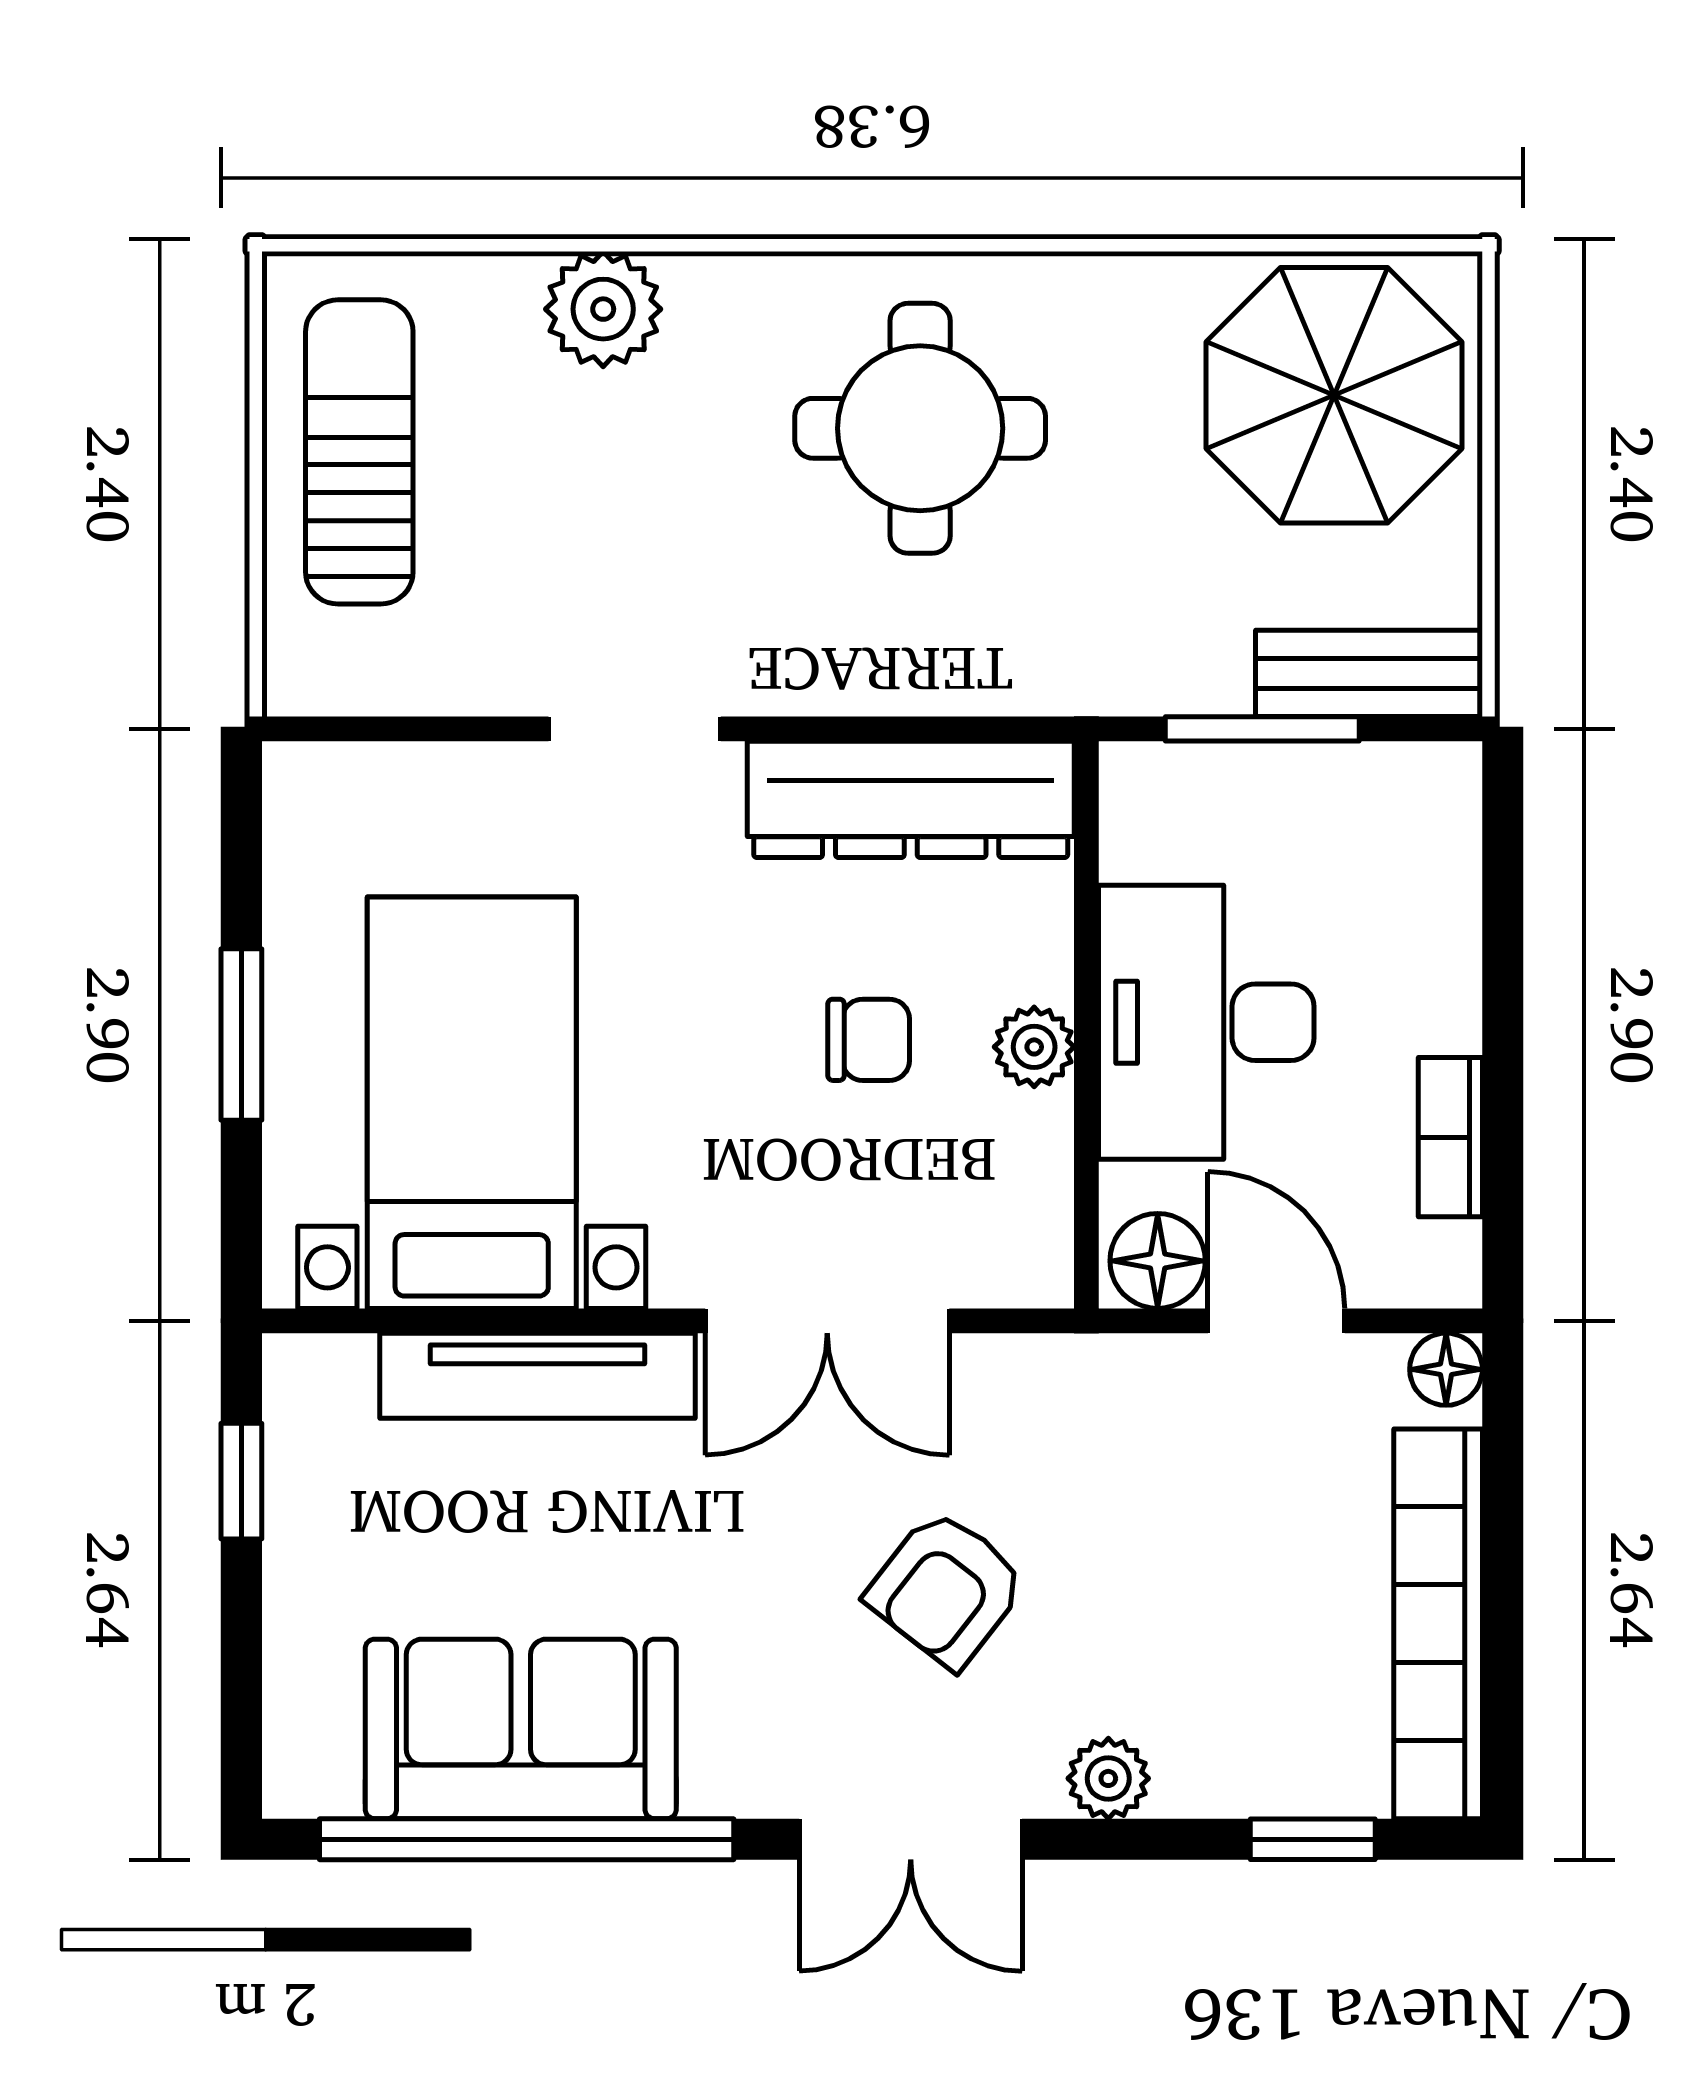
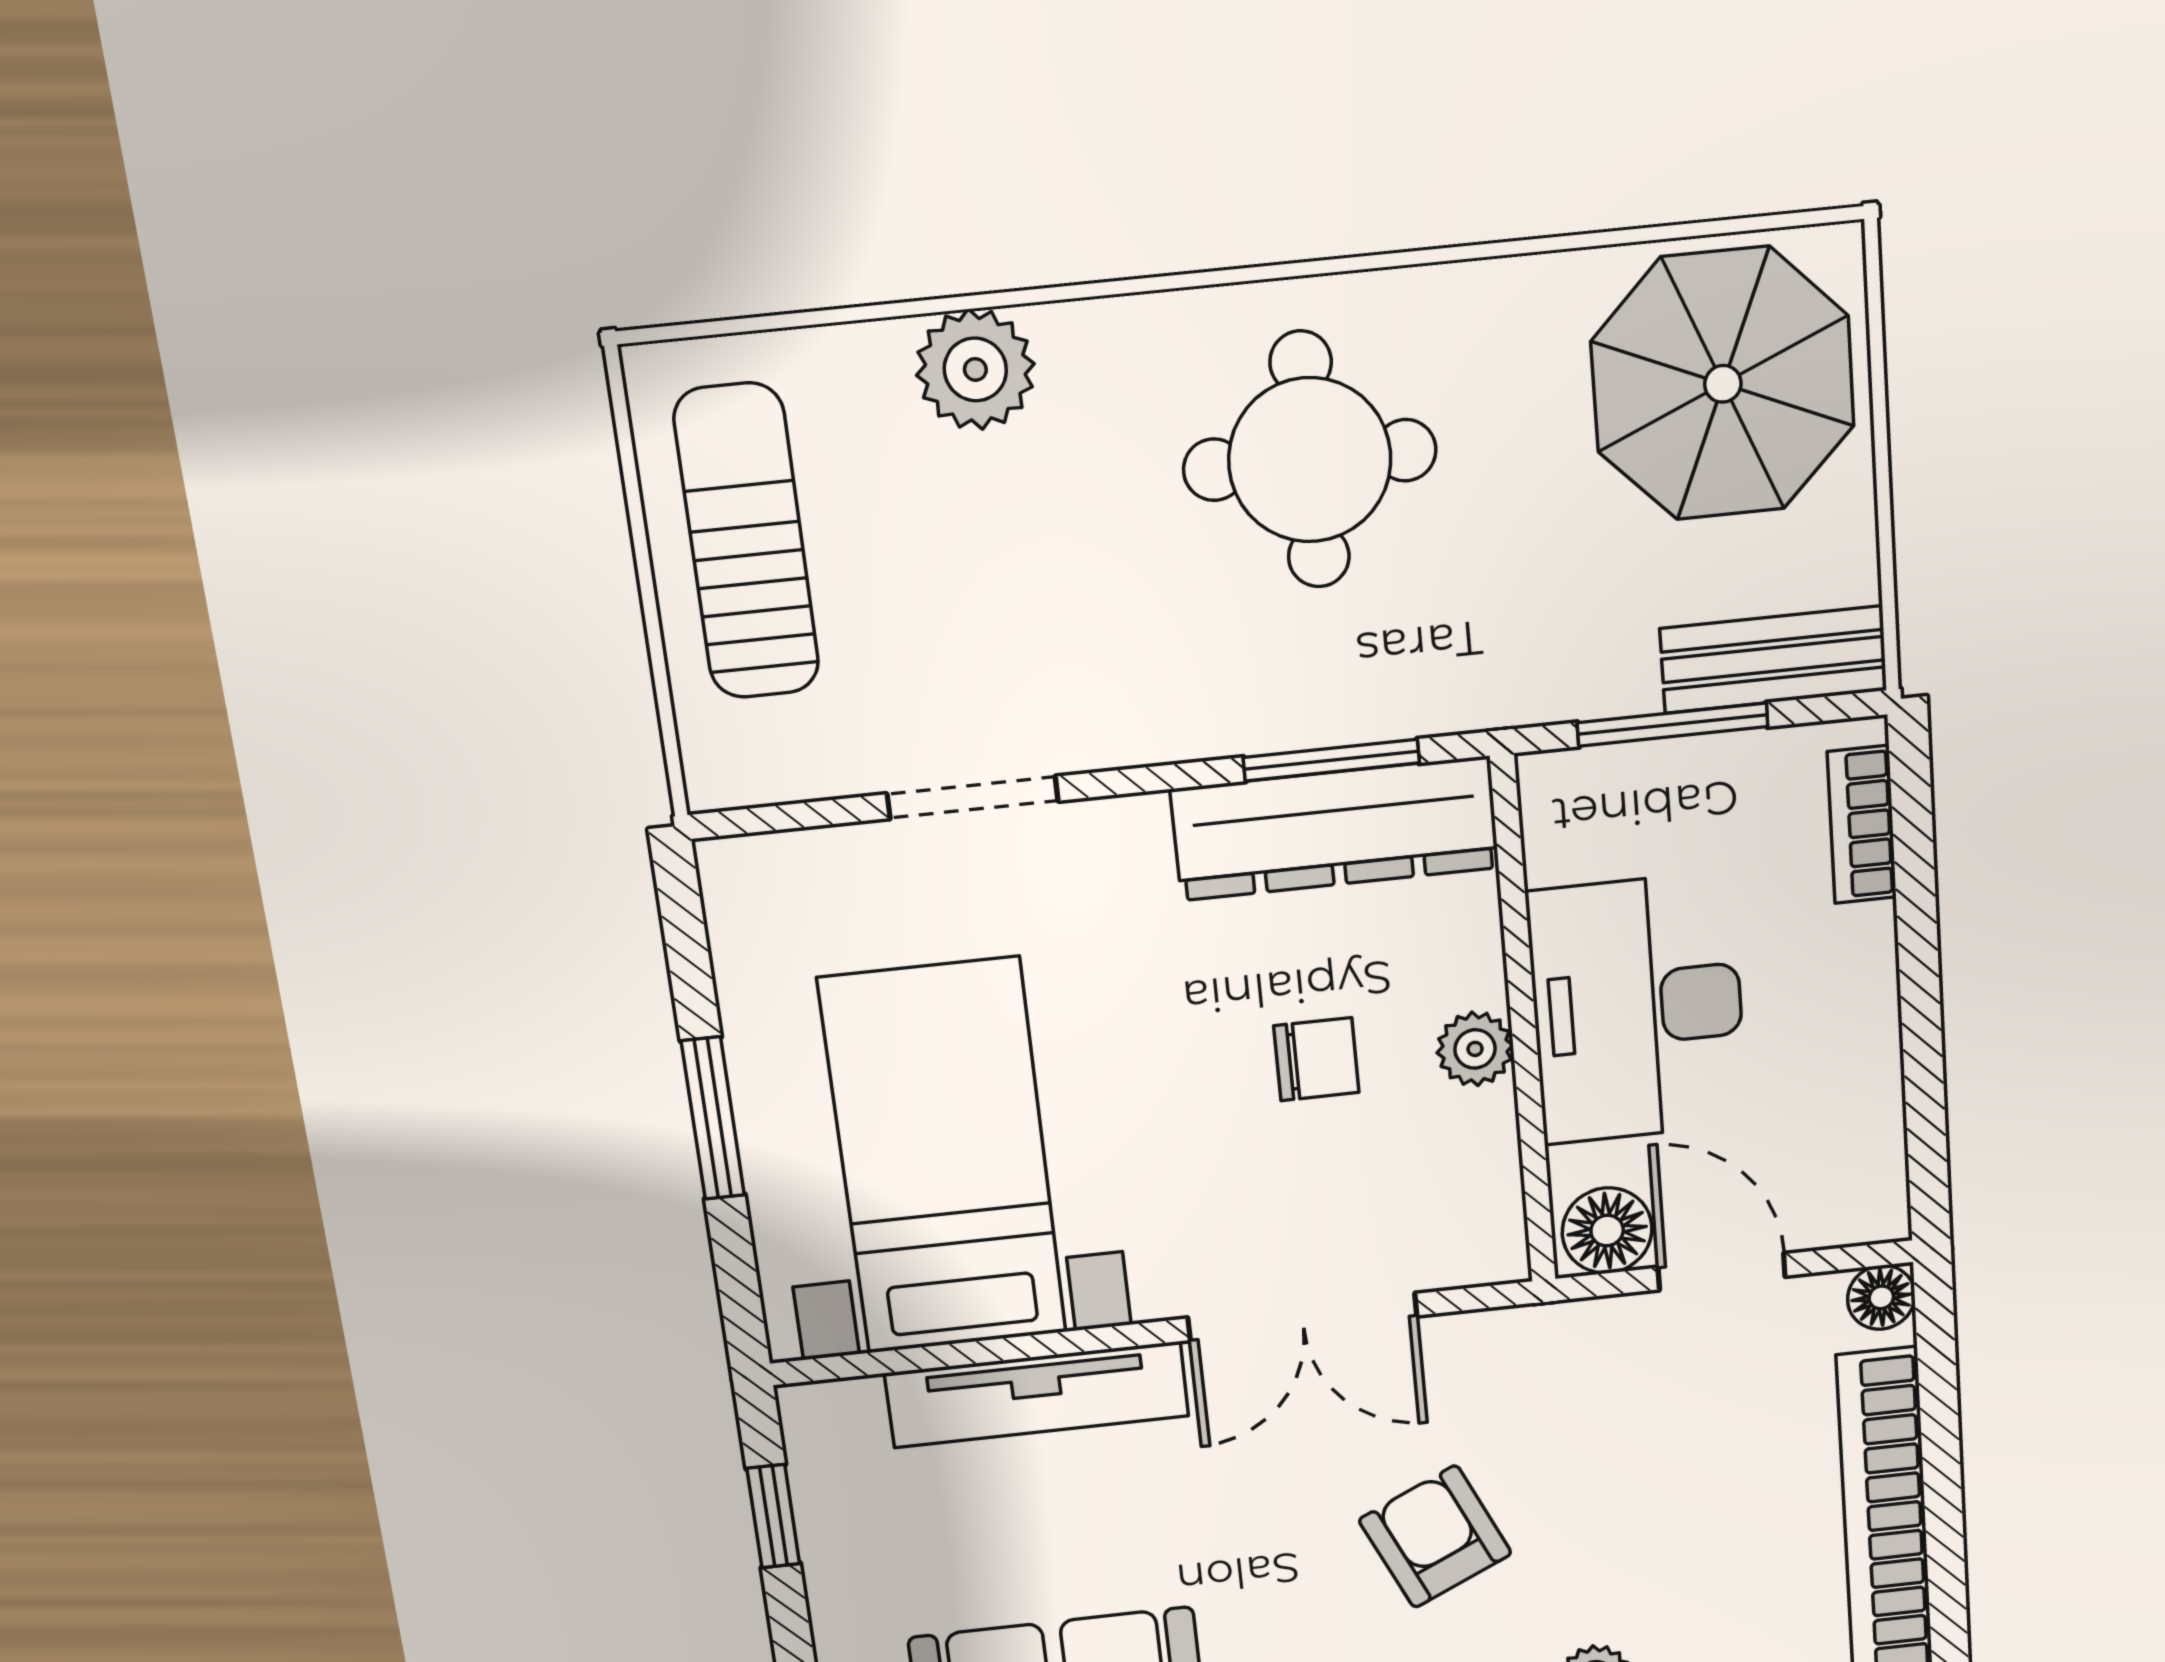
doorway: (635, 729) -> (973, 797), moved
window: (913, 729) -> (1331, 760), added
bookcase: (1450, 1137) -> (1862, 825), moved
armchair: (946, 1589) -> (1435, 1537), turned 117

